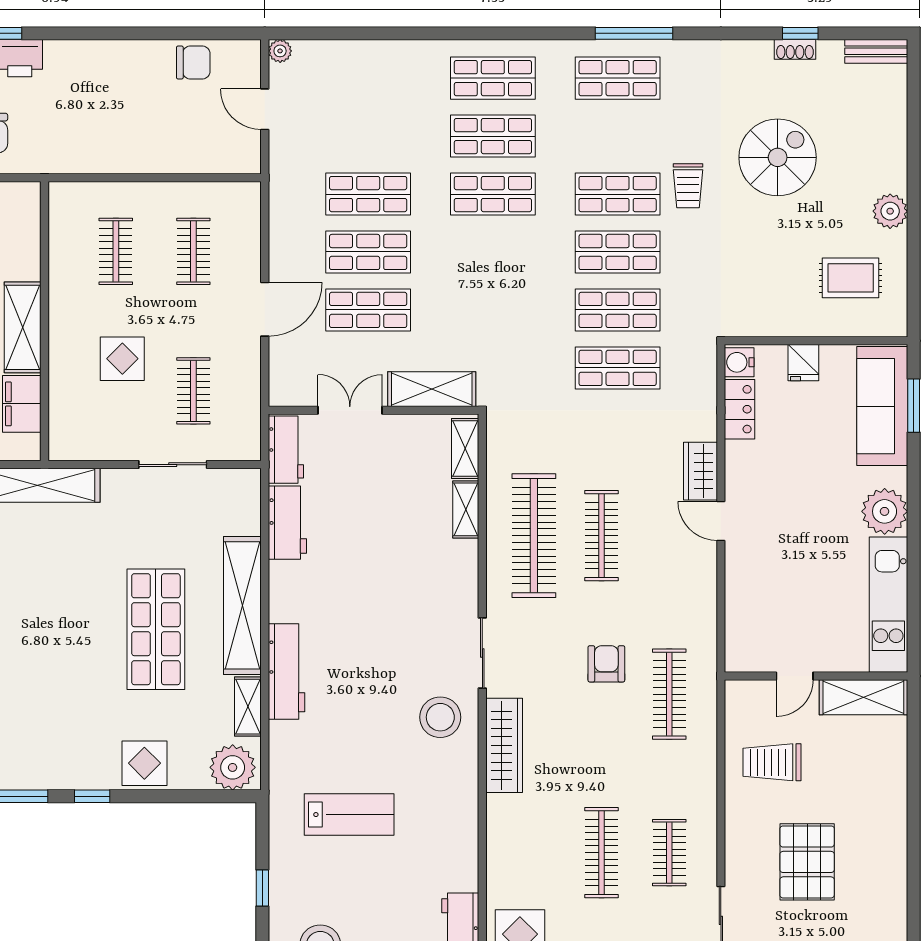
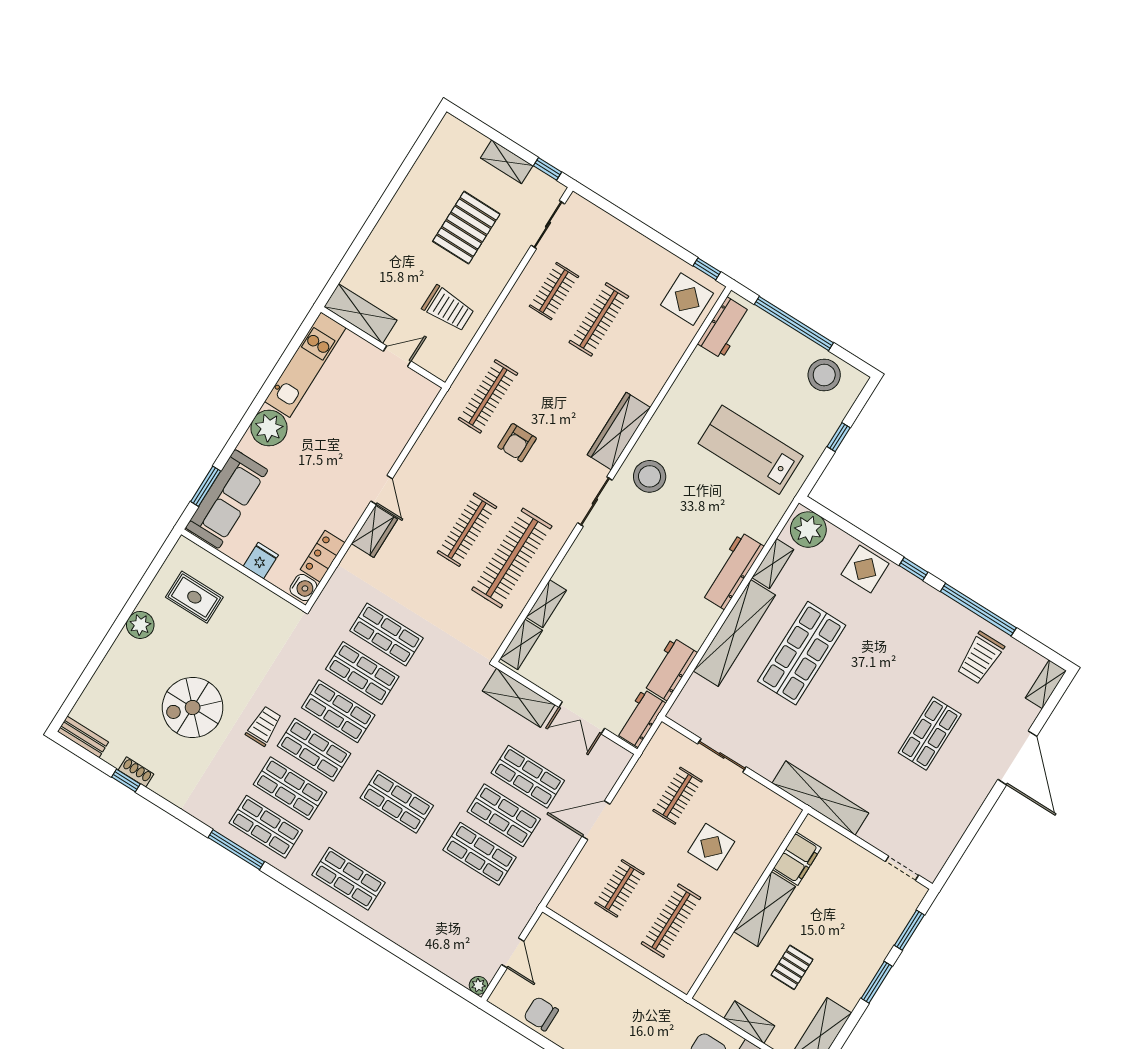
shop shelf: (493, 136) -> (290, 788), moved
clothes rail: (116, 251) -> (671, 921), width x1.36
lab bench: (349, 815) -> (751, 450), width x1.36, depth x1.39

